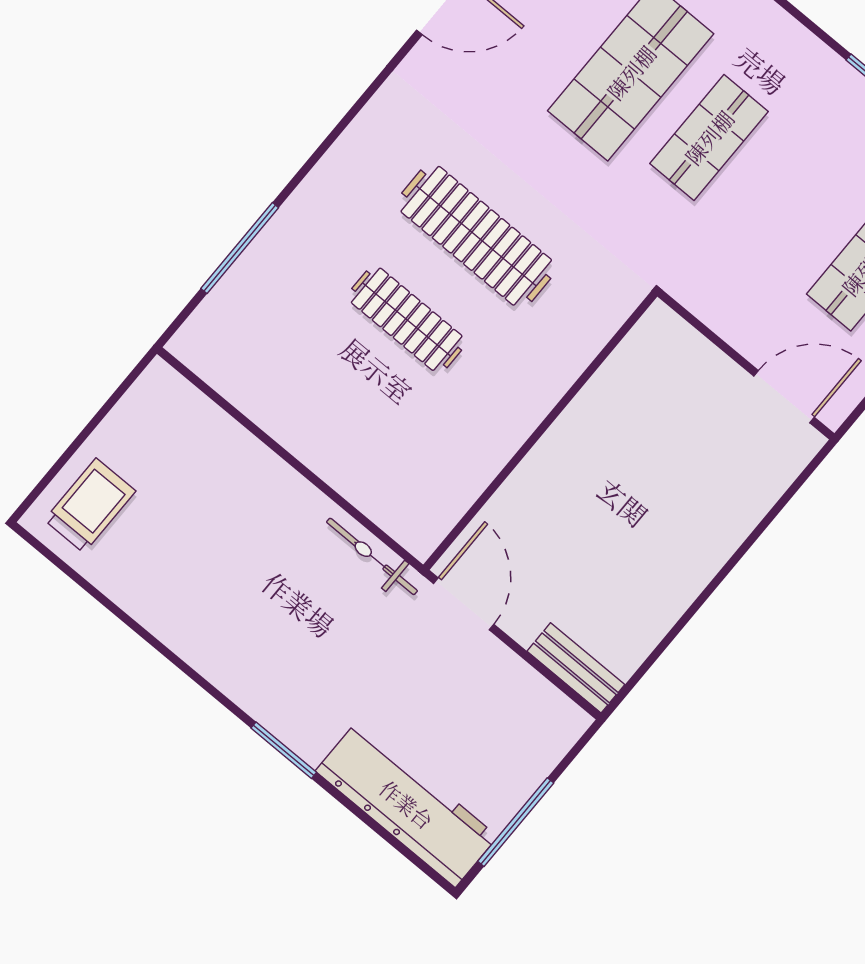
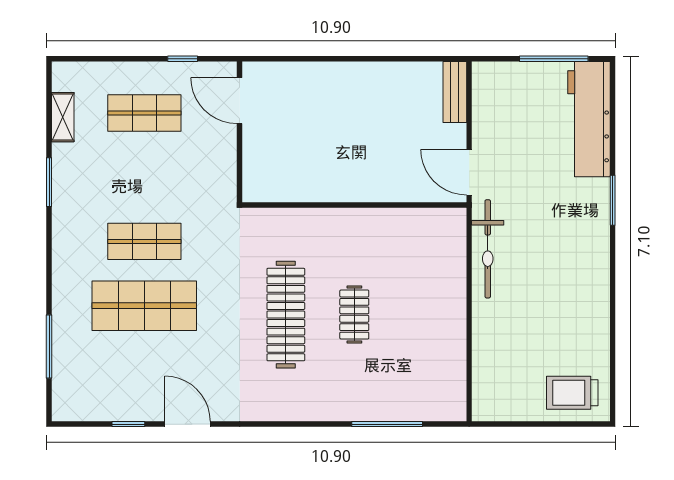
clothes rail: (407, 319) -> (354, 315), width x0.73
bicycle: (372, 556) -> (488, 249), width x1.37, depth x1.40
door: (464, 604) -> (469, 172), hinge flipped

